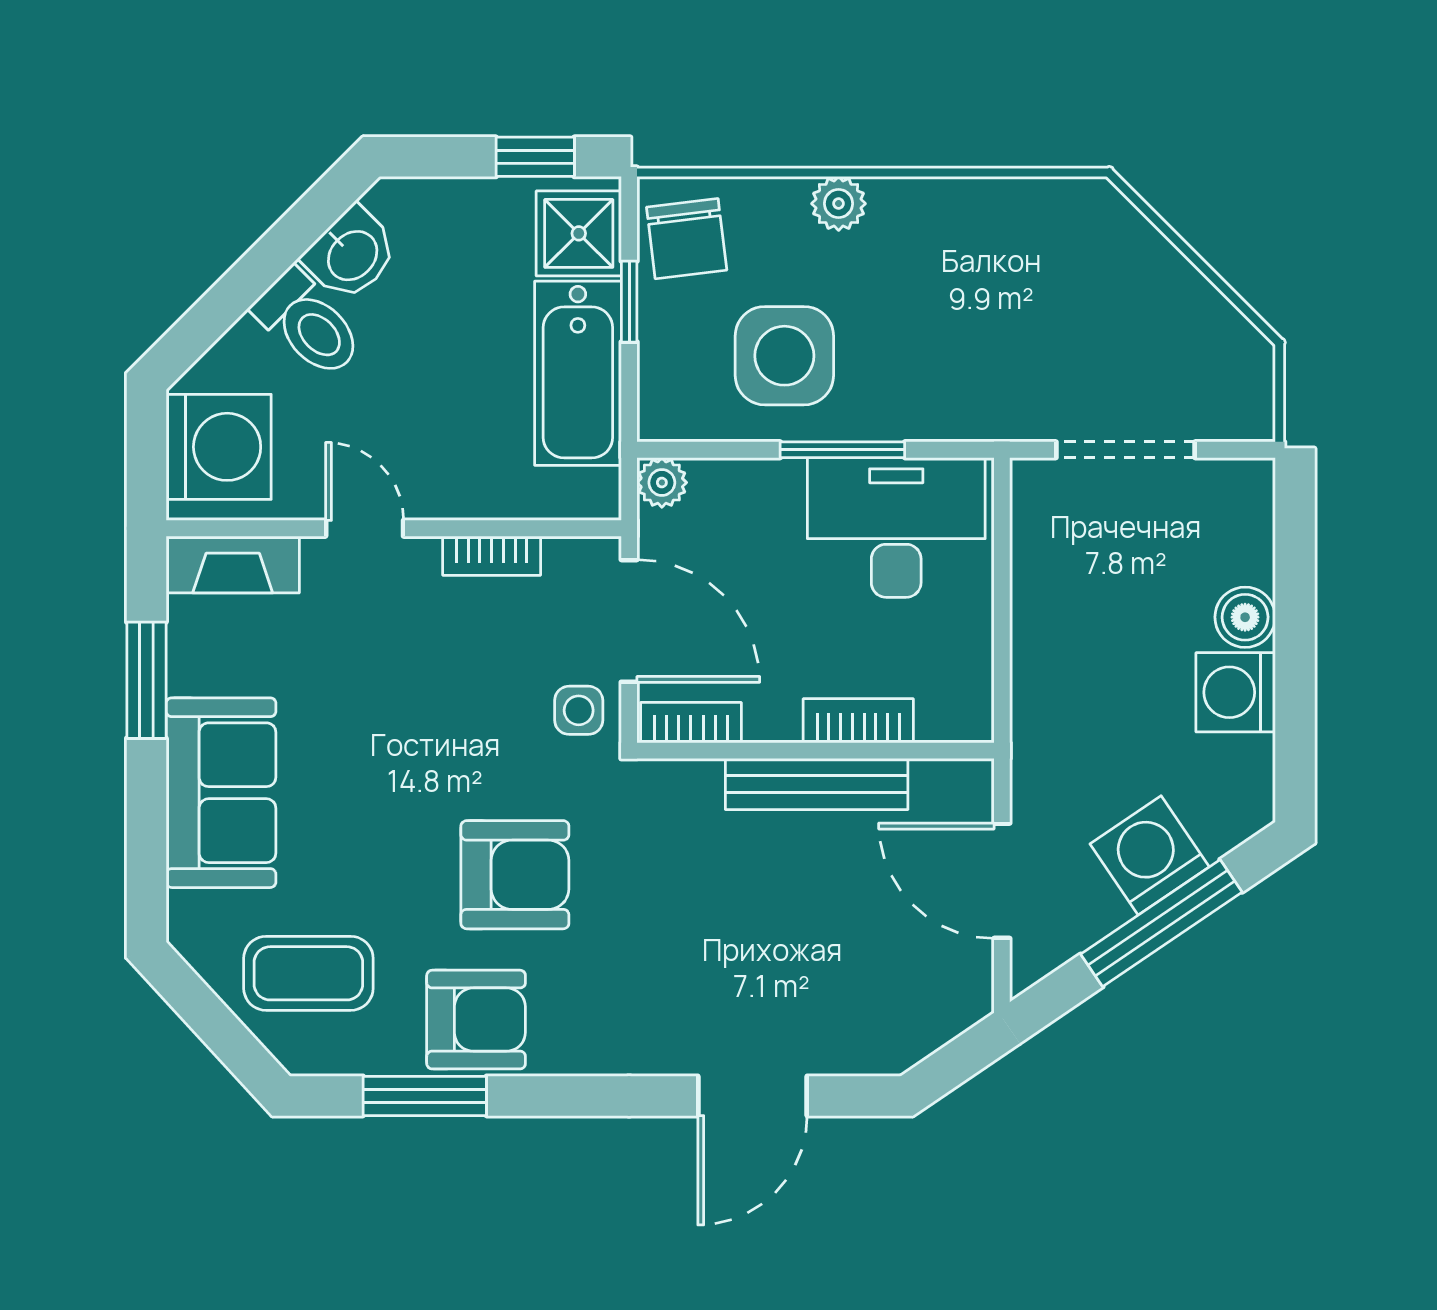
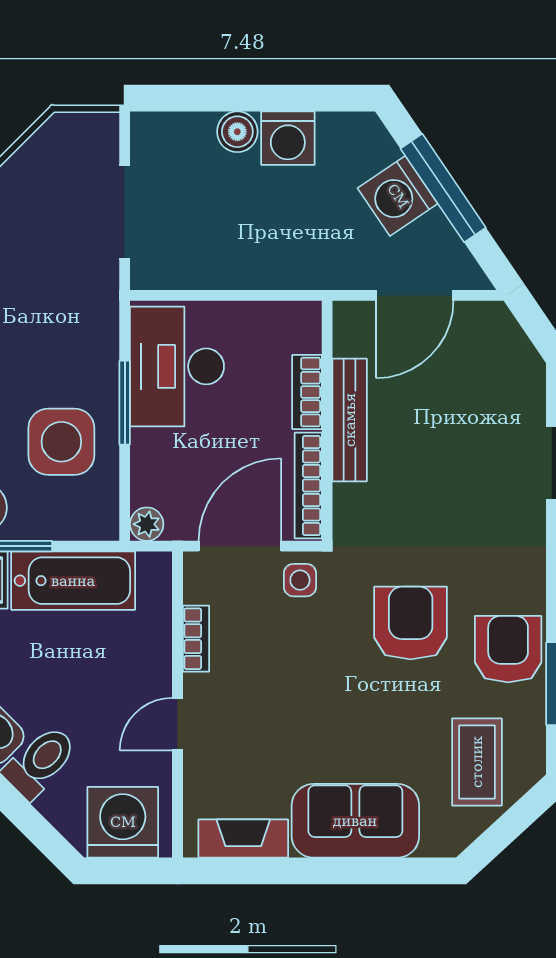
fireplace: (233, 565) -> (243, 839), moved, turned -90
window: (146, 680) -> (280, 871), removed
bookcase: (691, 723) -> (308, 486), width x1.56

